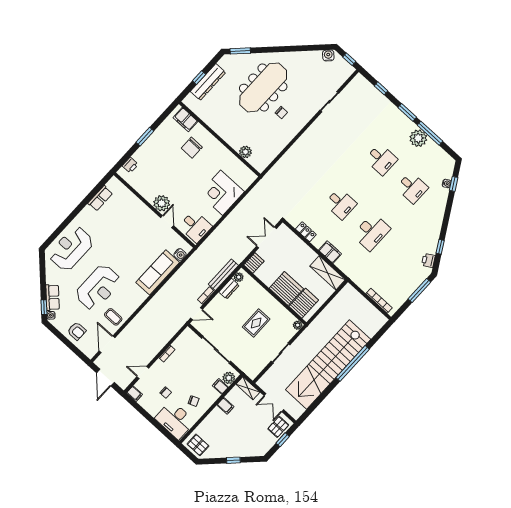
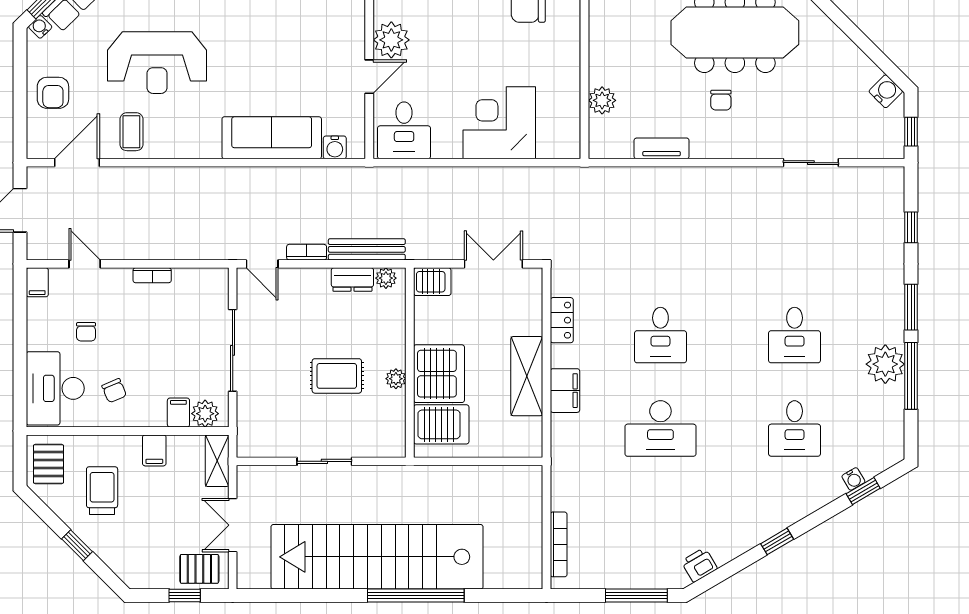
tv unit: (279, 147) -> (662, 148), added
window: (440, 247) -> (777, 541), moved
shelving: (328, 273) -> (527, 376), moved
plant: (298, 325) -> (396, 379), moved
trolley: (223, 435) -> (102, 491), added

